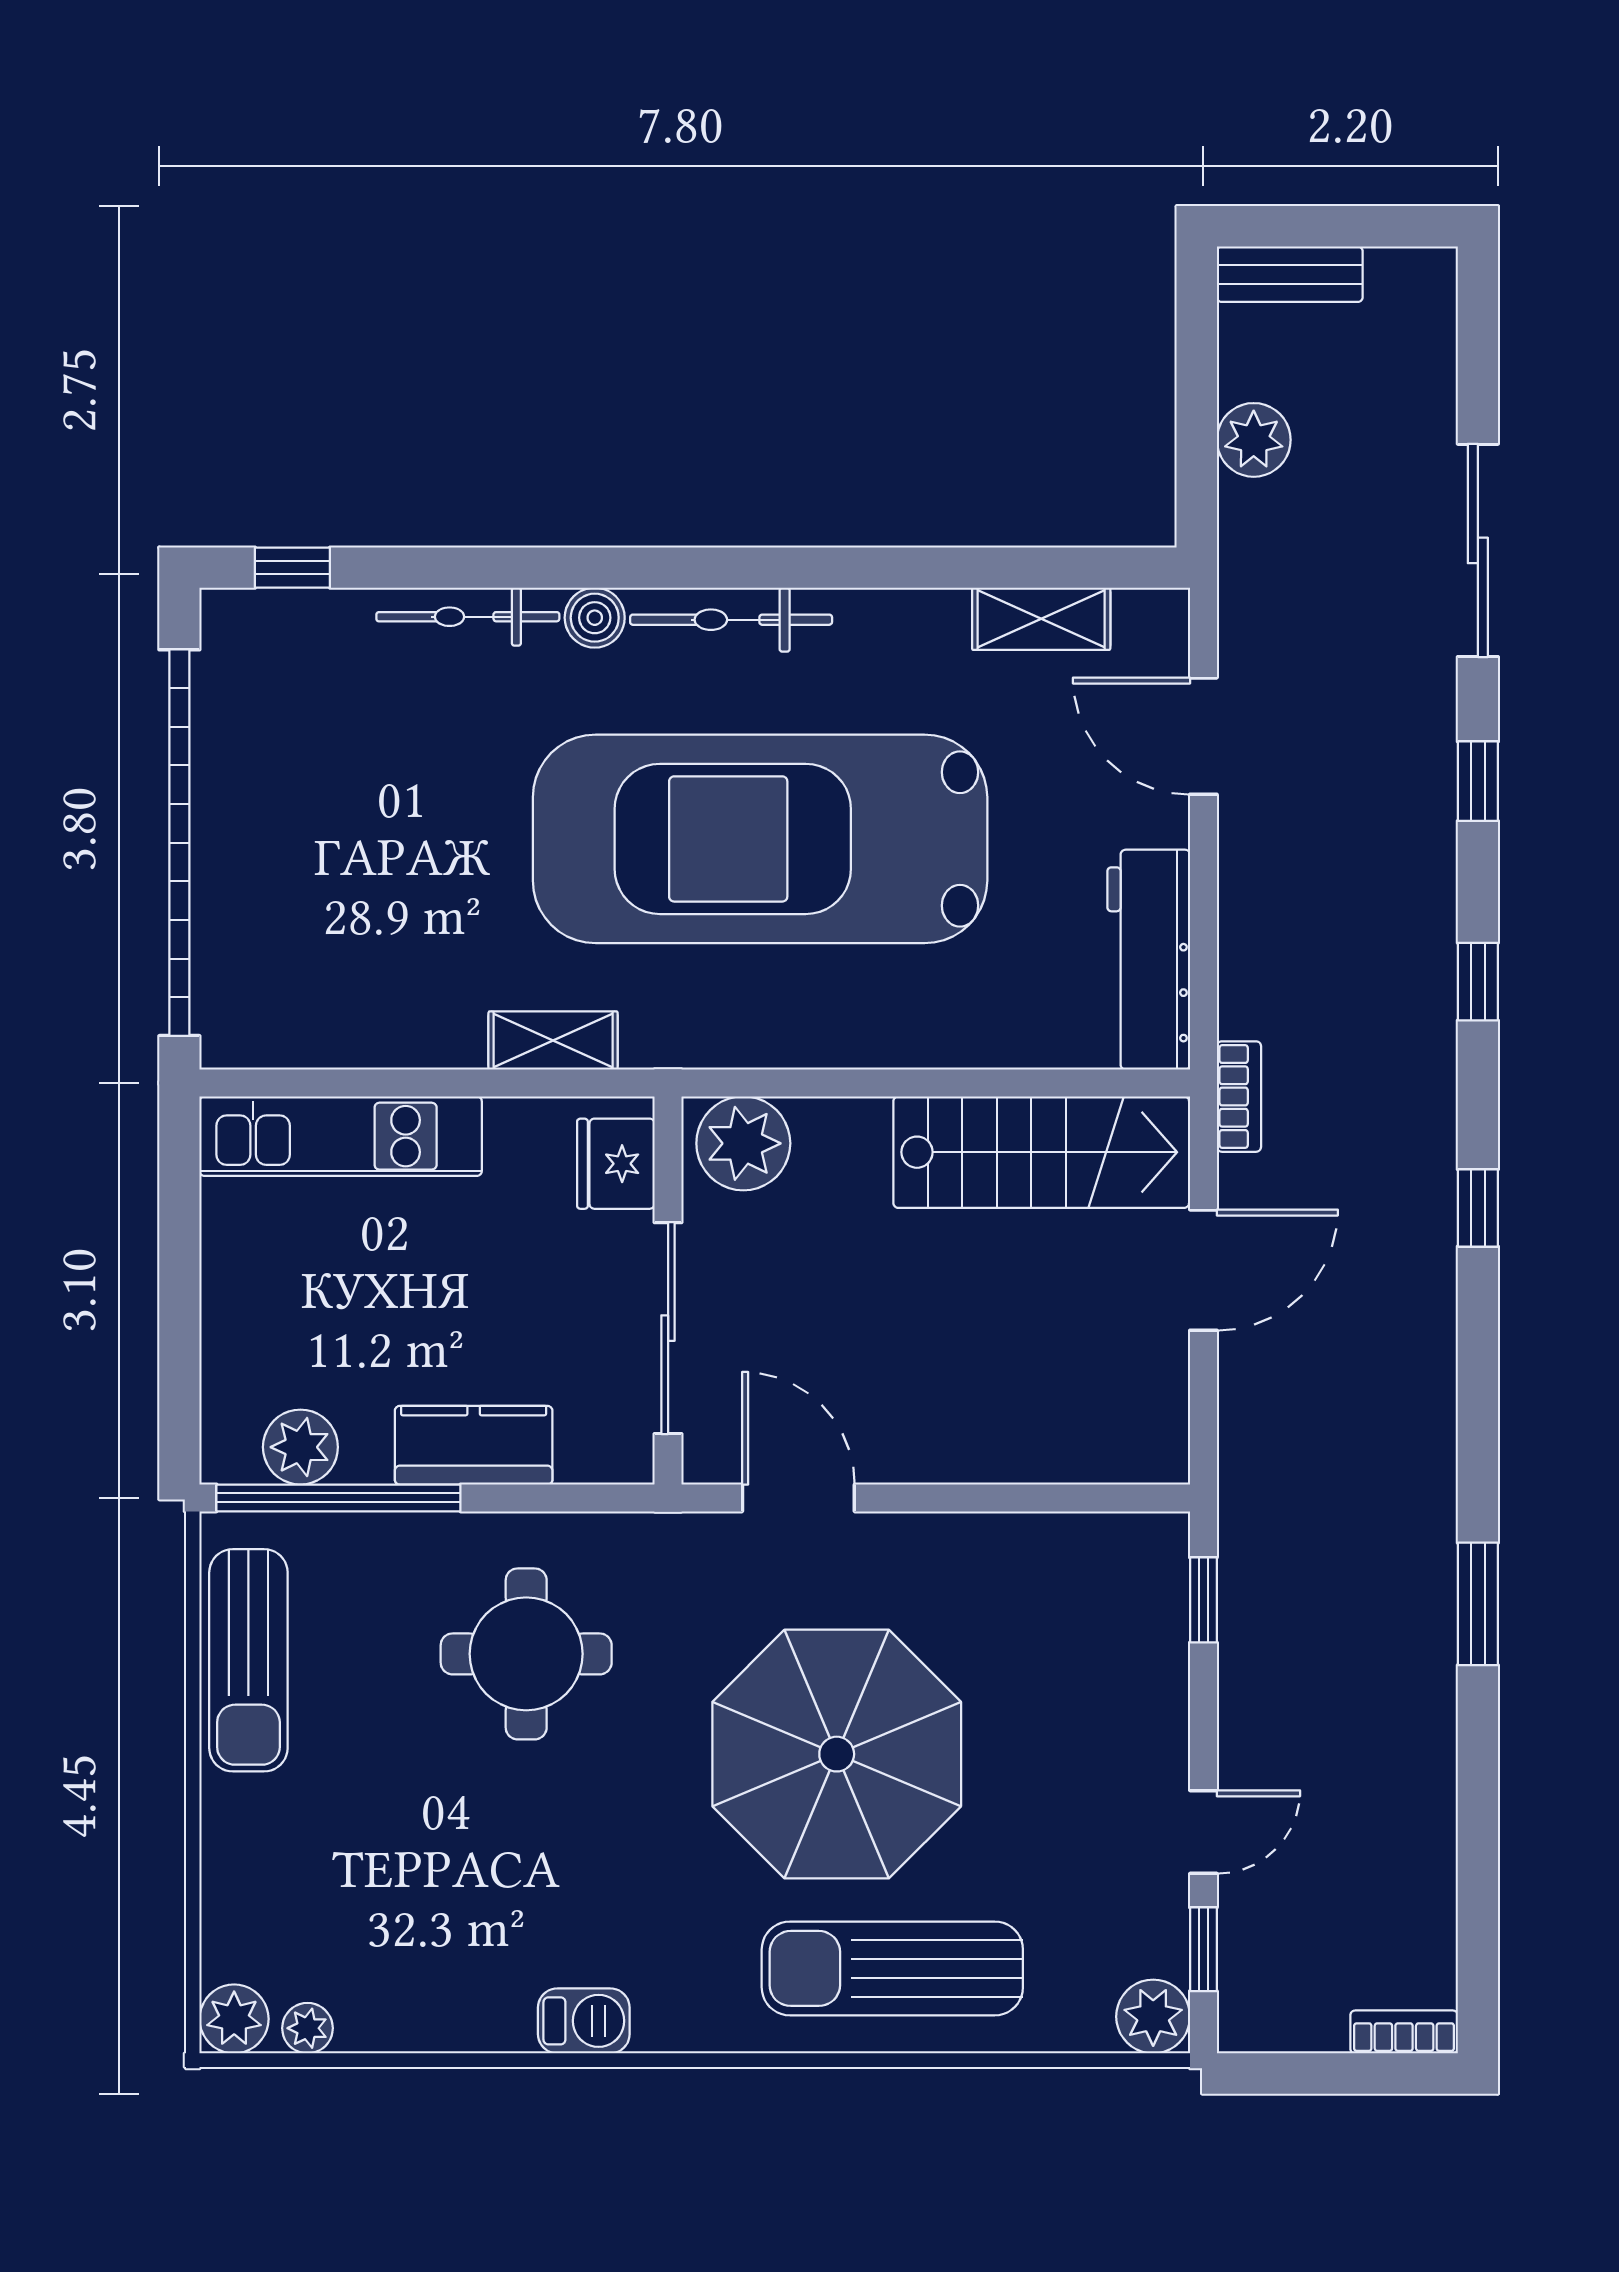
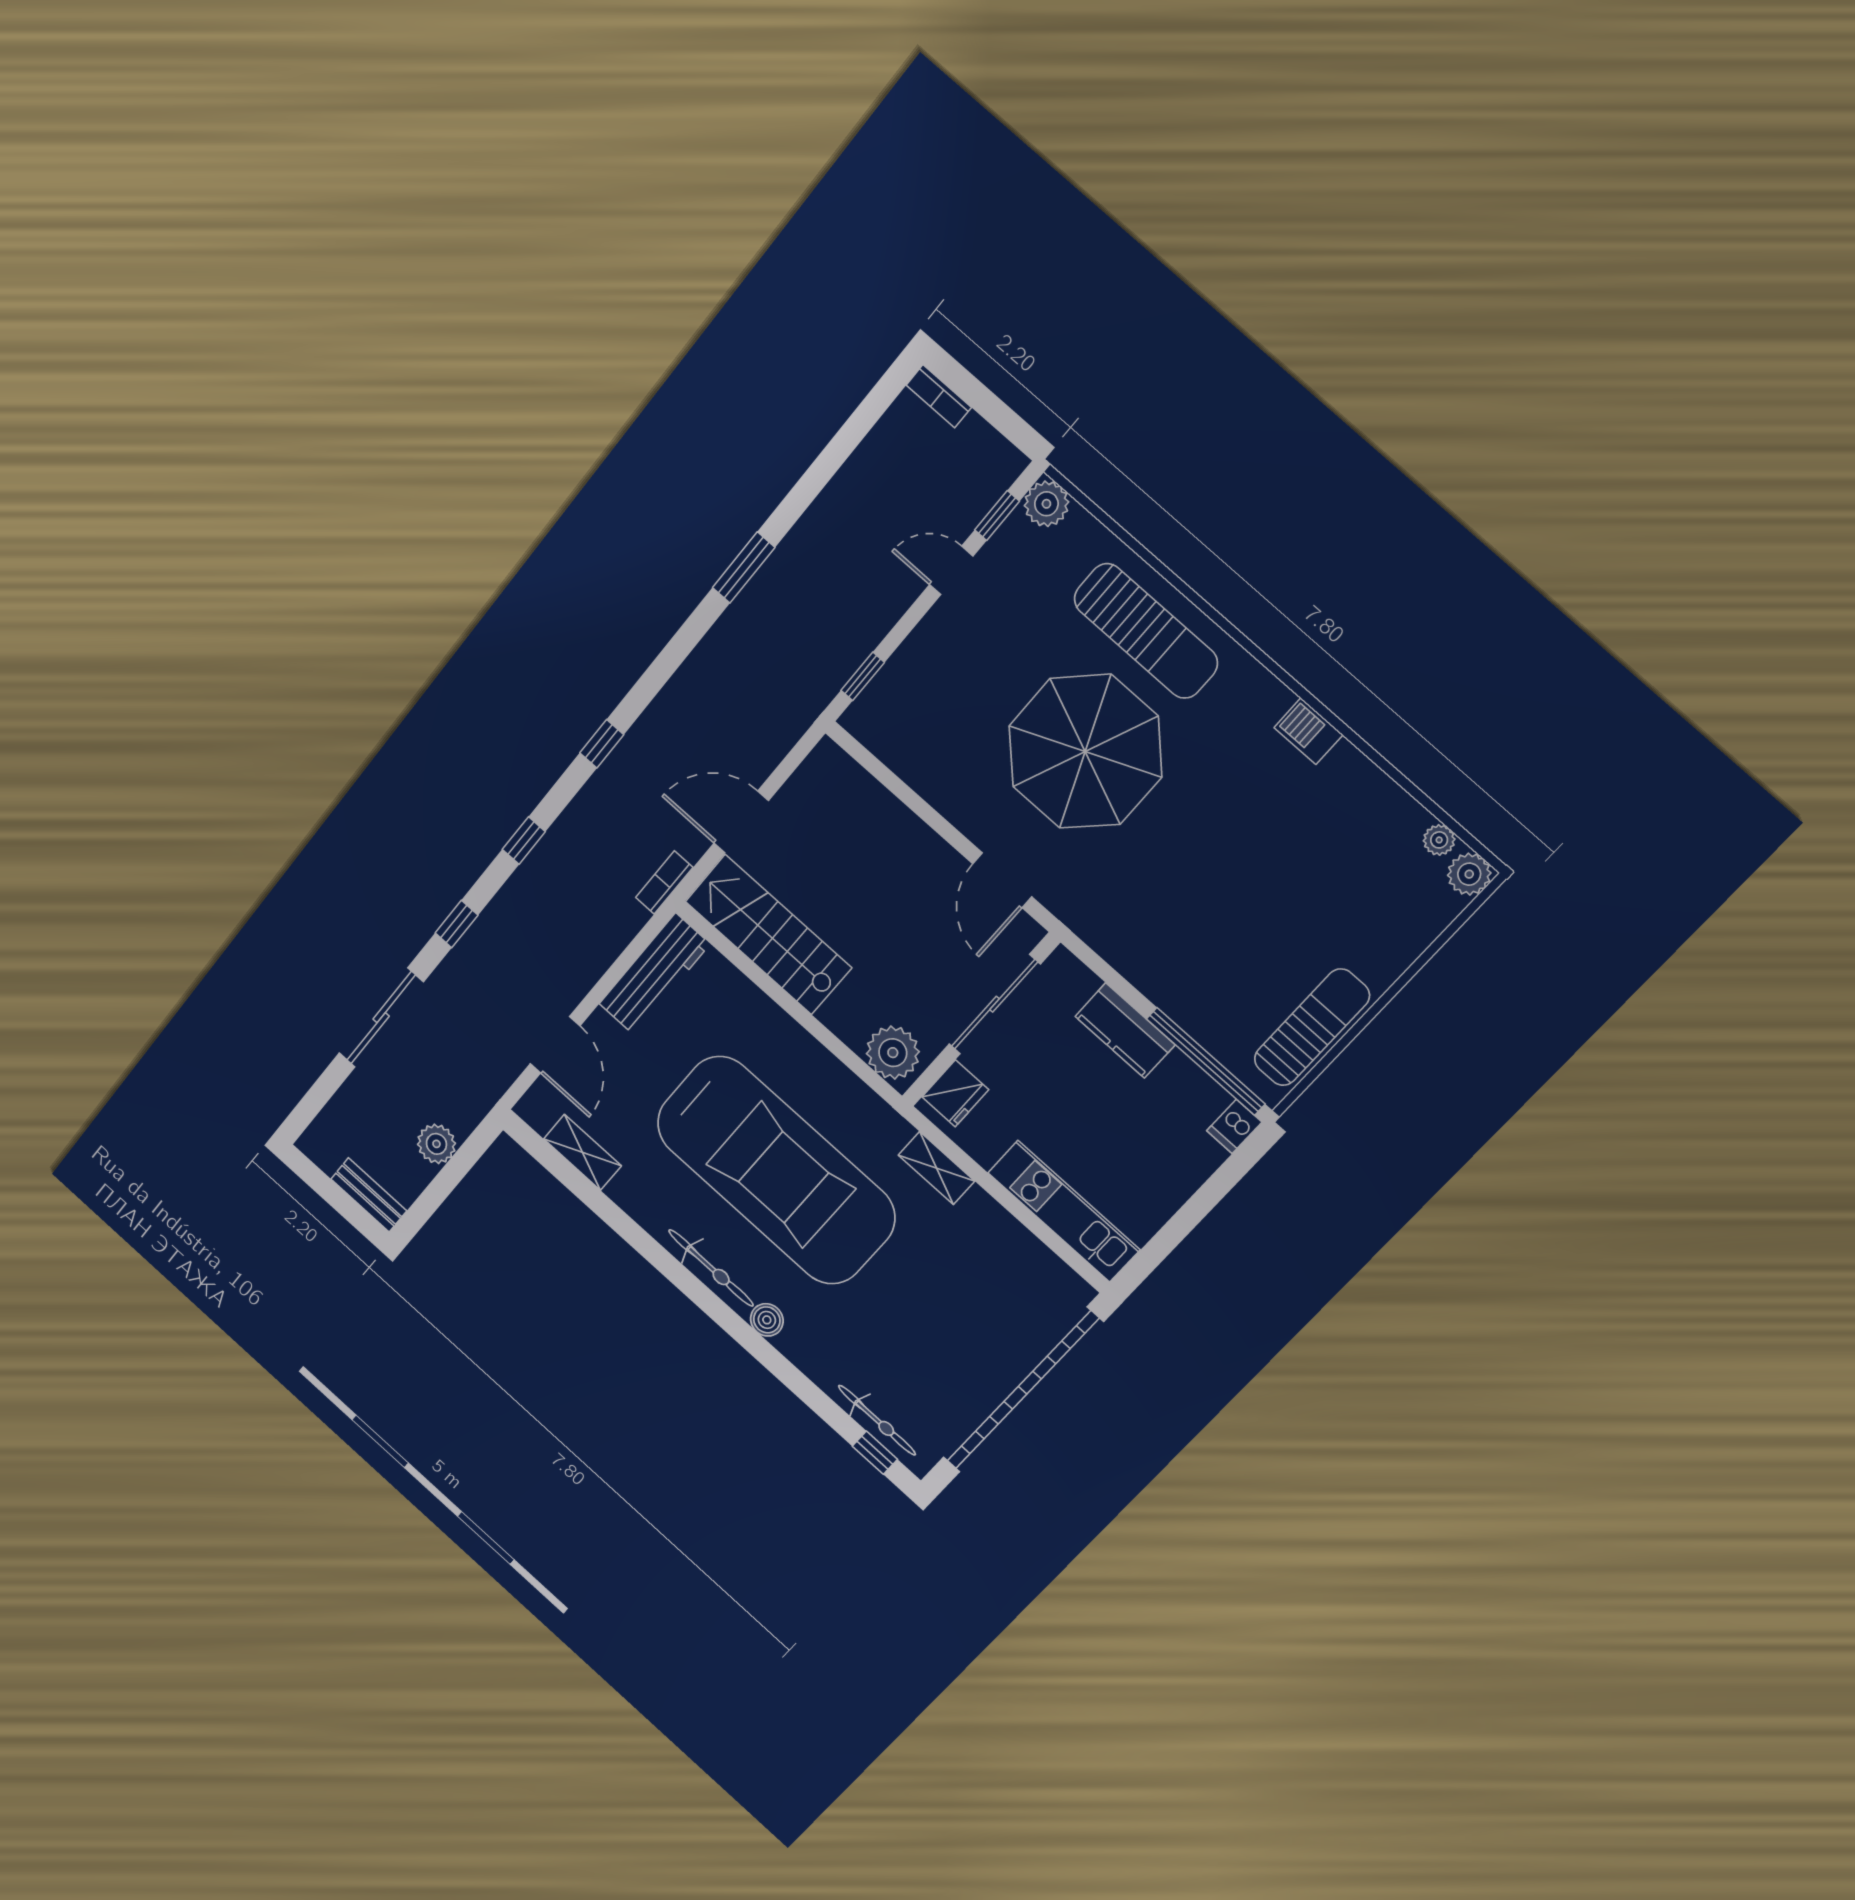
bicycle: (468, 617) -> (877, 1420), moved
dishwasher: (229, 1447) -> (1234, 1126), added
plant: (300, 1447) -> (1202, 1098), removed
round table: (526, 1654) -> (1184, 919), removed

